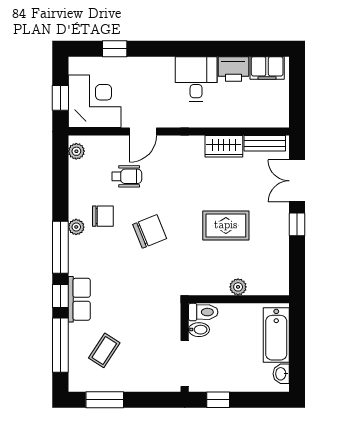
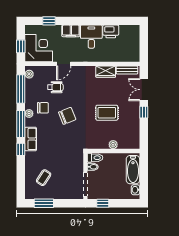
filing cabinet: (267, 68) -> (71, 31), moved
row of seats: (79, 299) -> (31, 139), moved
window: (60, 345) -> (21, 89), moved

